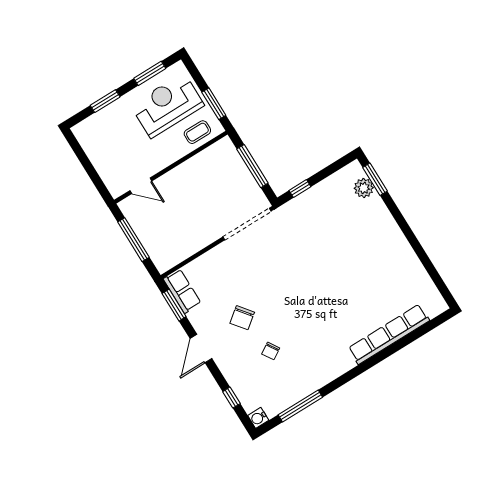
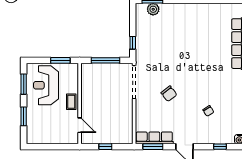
coffee table: (197, 132) -> (71, 102), moved
door: (141, 186) -> (80, 125), hinge flipped
window: (133, 240) -> (105, 147), width x0.46
row of seats: (182, 291) -> (154, 138), width x1.48
chair: (242, 318) -> (169, 94), moved

